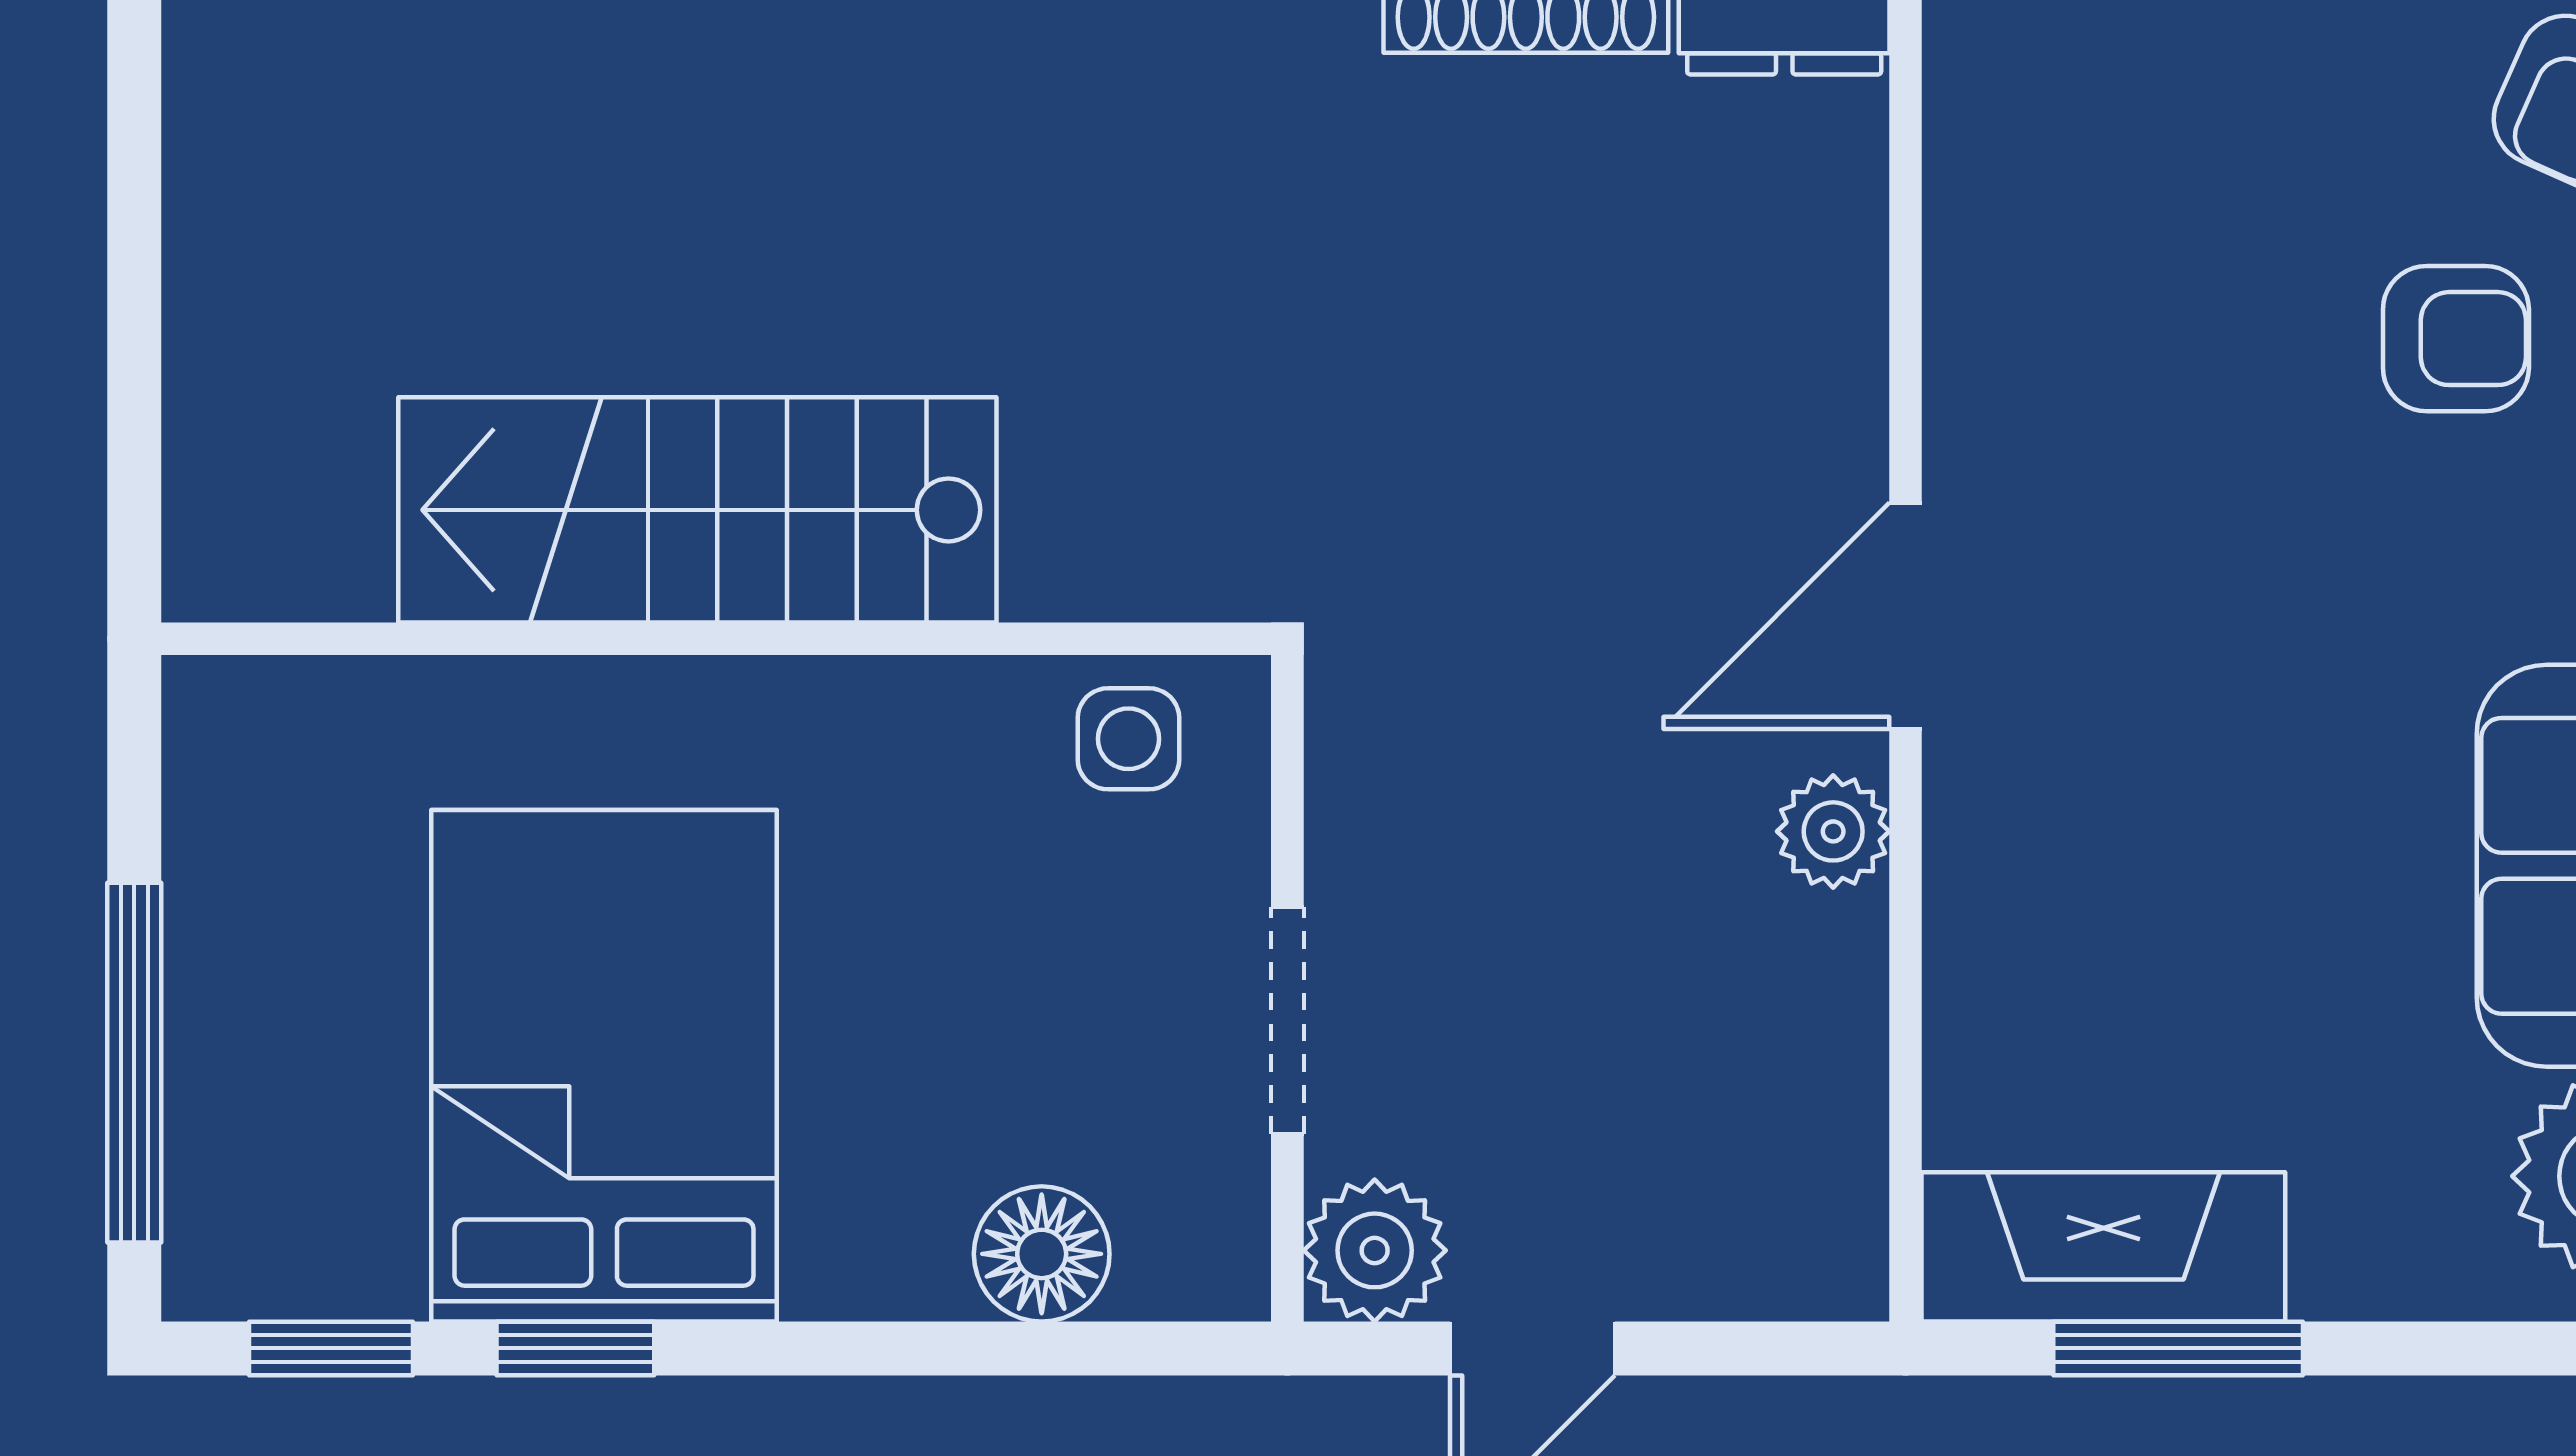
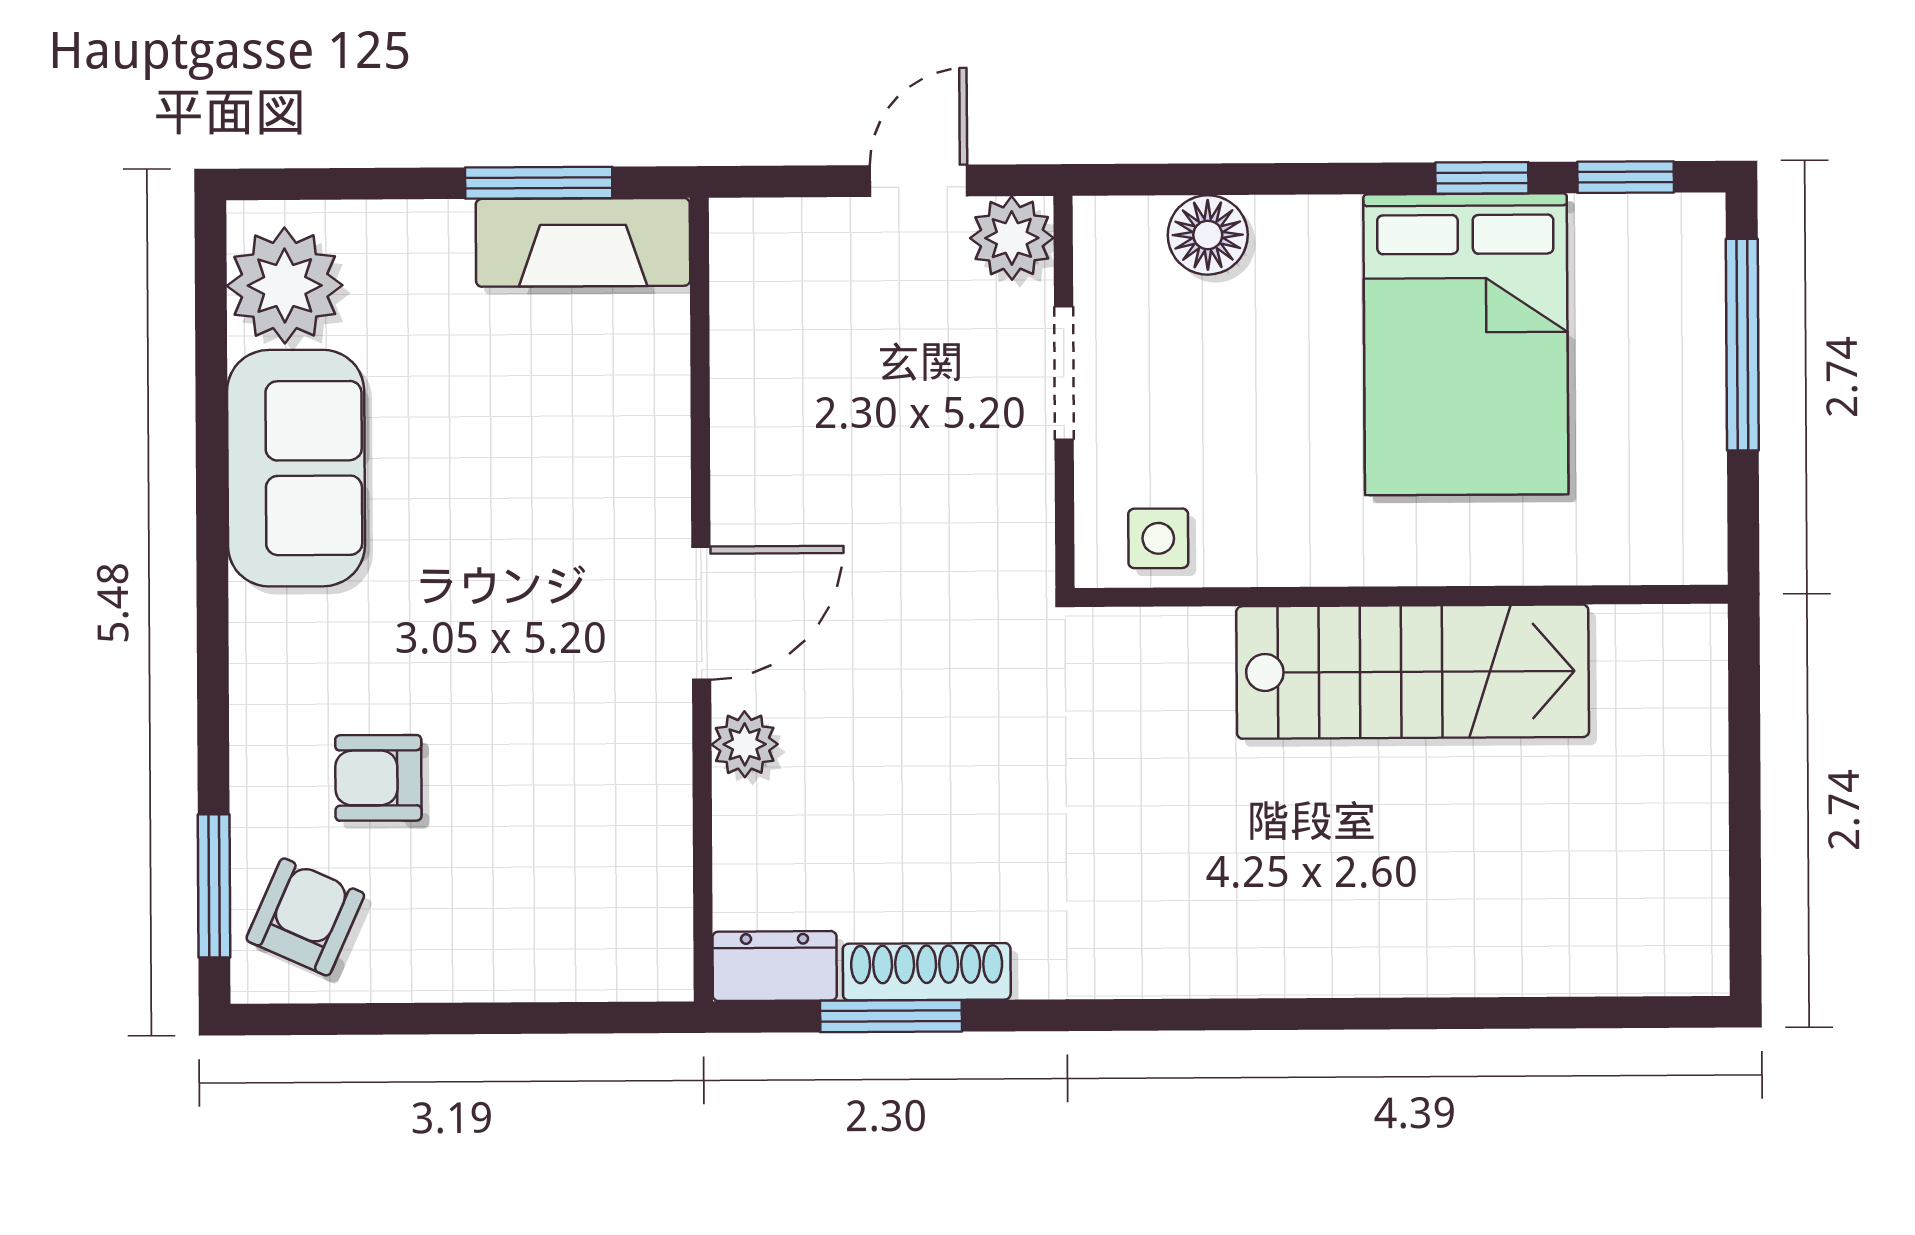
plant: (1833, 831) -> (745, 744), moved

